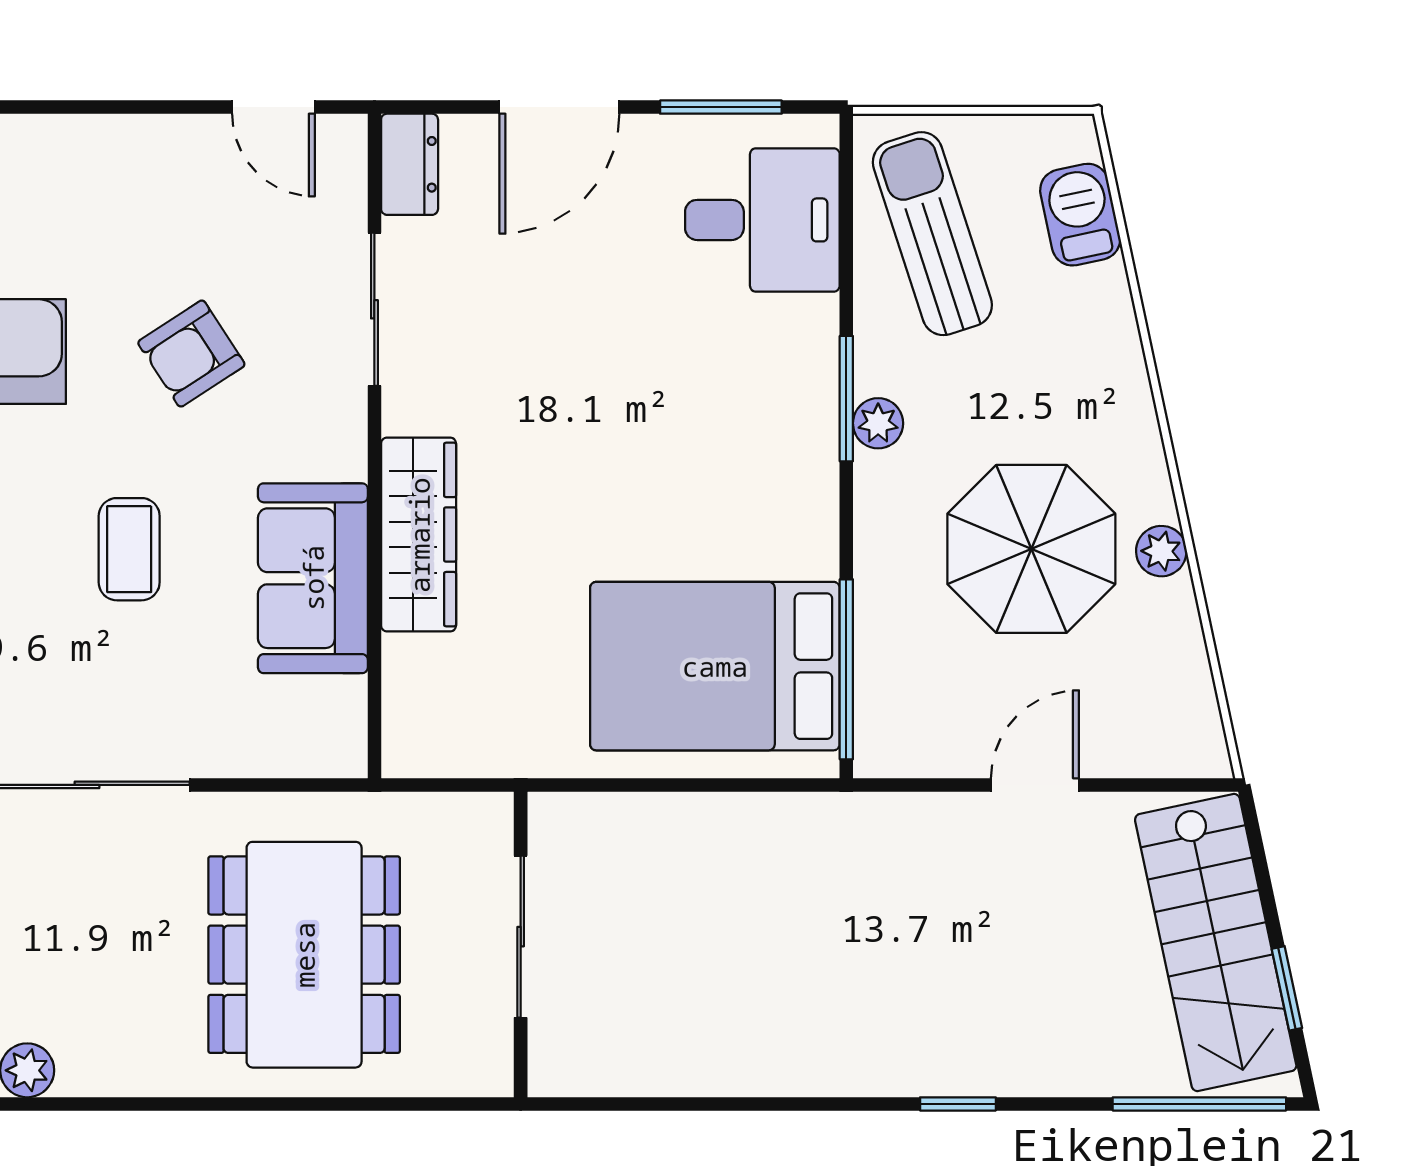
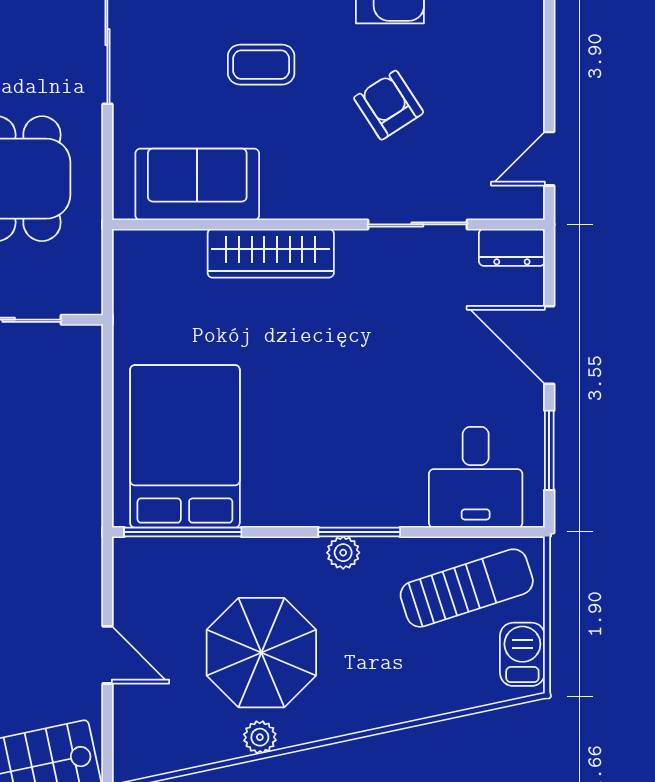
barbecue: (1080, 215) -> (522, 654), moved, turned -78
sofa: (313, 578) -> (197, 184), moved

